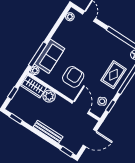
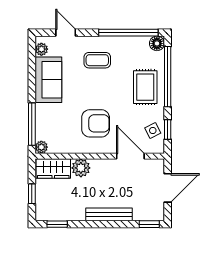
coffee table: (97, 43) -> (97, 60), added
sofa: (50, 56) -> (48, 80), moved
armchair: (73, 77) -> (96, 123), turned 90

